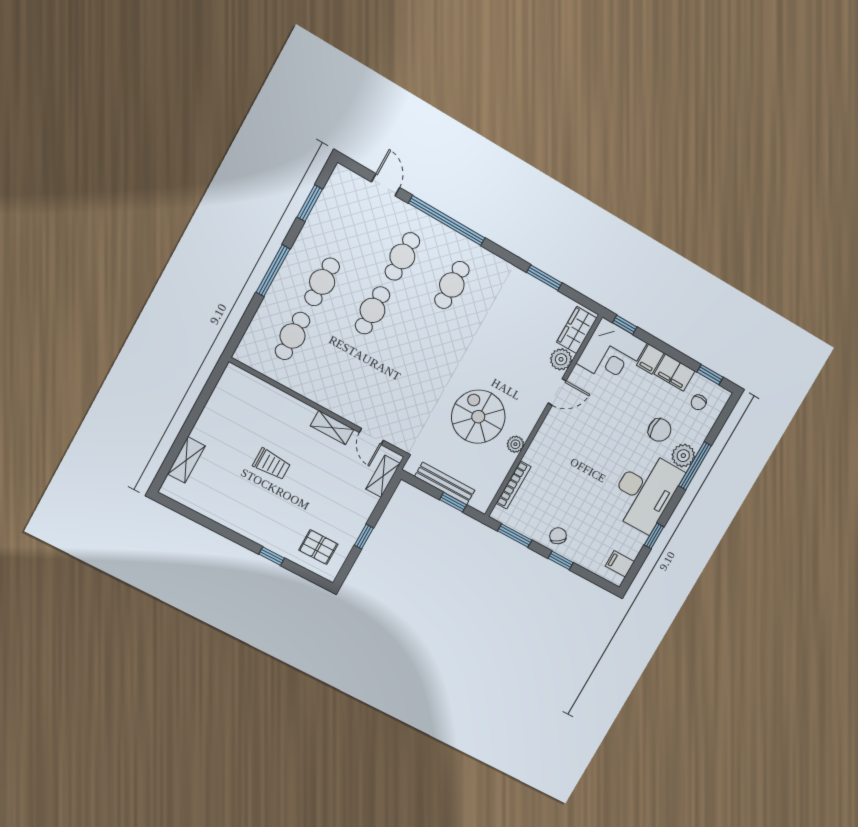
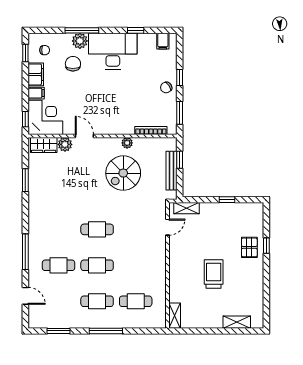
door: (386, 185) -> (25, 296), swing flipped
window: (447, 221) -> (25, 252), width x0.68
cafe table: (452, 285) -> (97, 229), moved
shelving: (332, 428) -> (175, 316), moved
trolley: (272, 464) -> (214, 274), width x1.36, depth x1.39
pallet: (318, 547) -> (249, 247), moved

